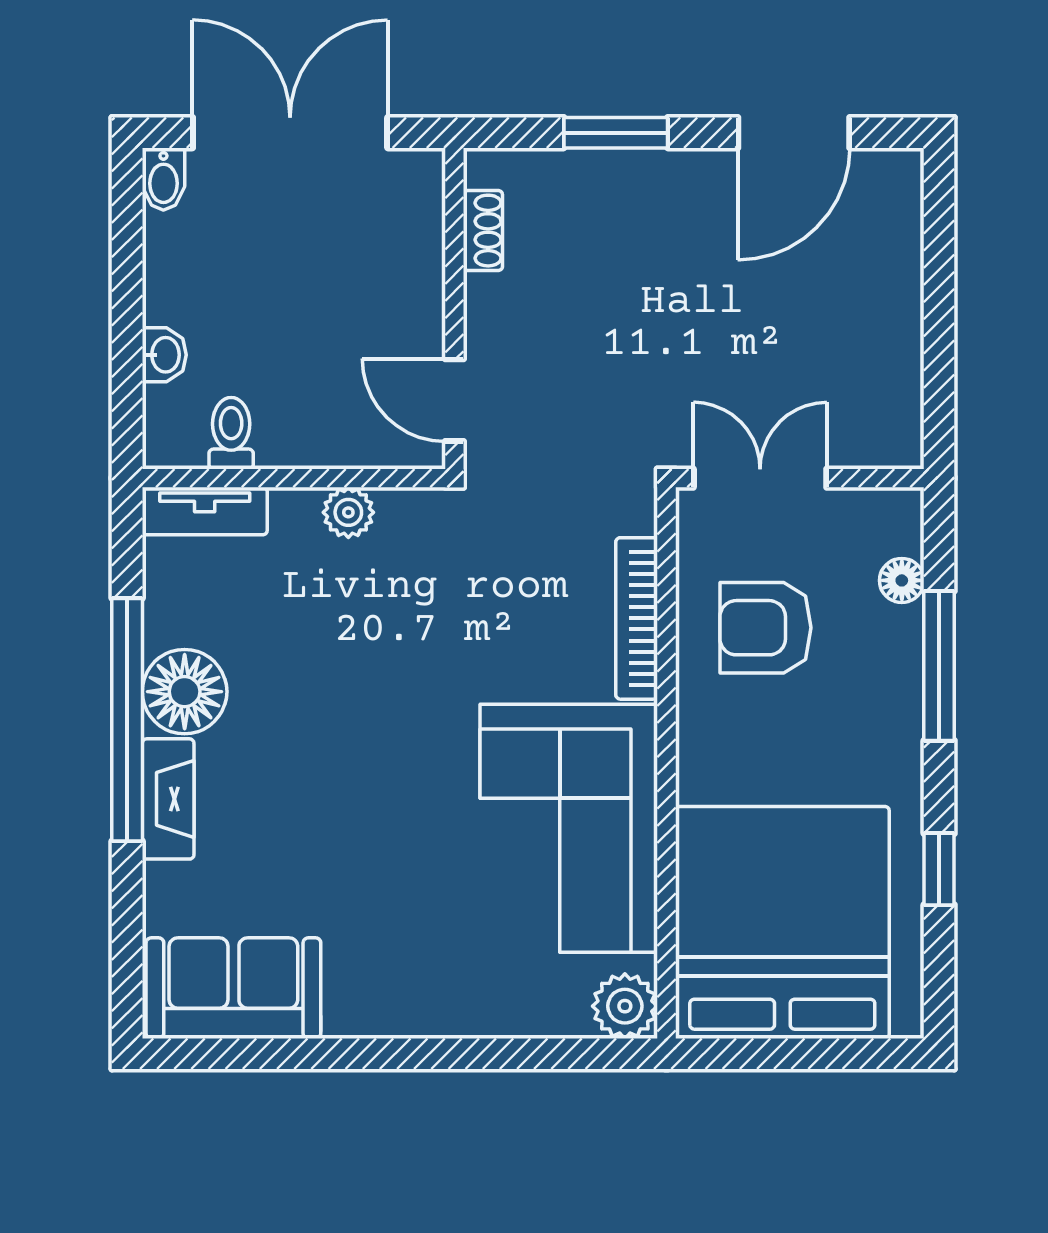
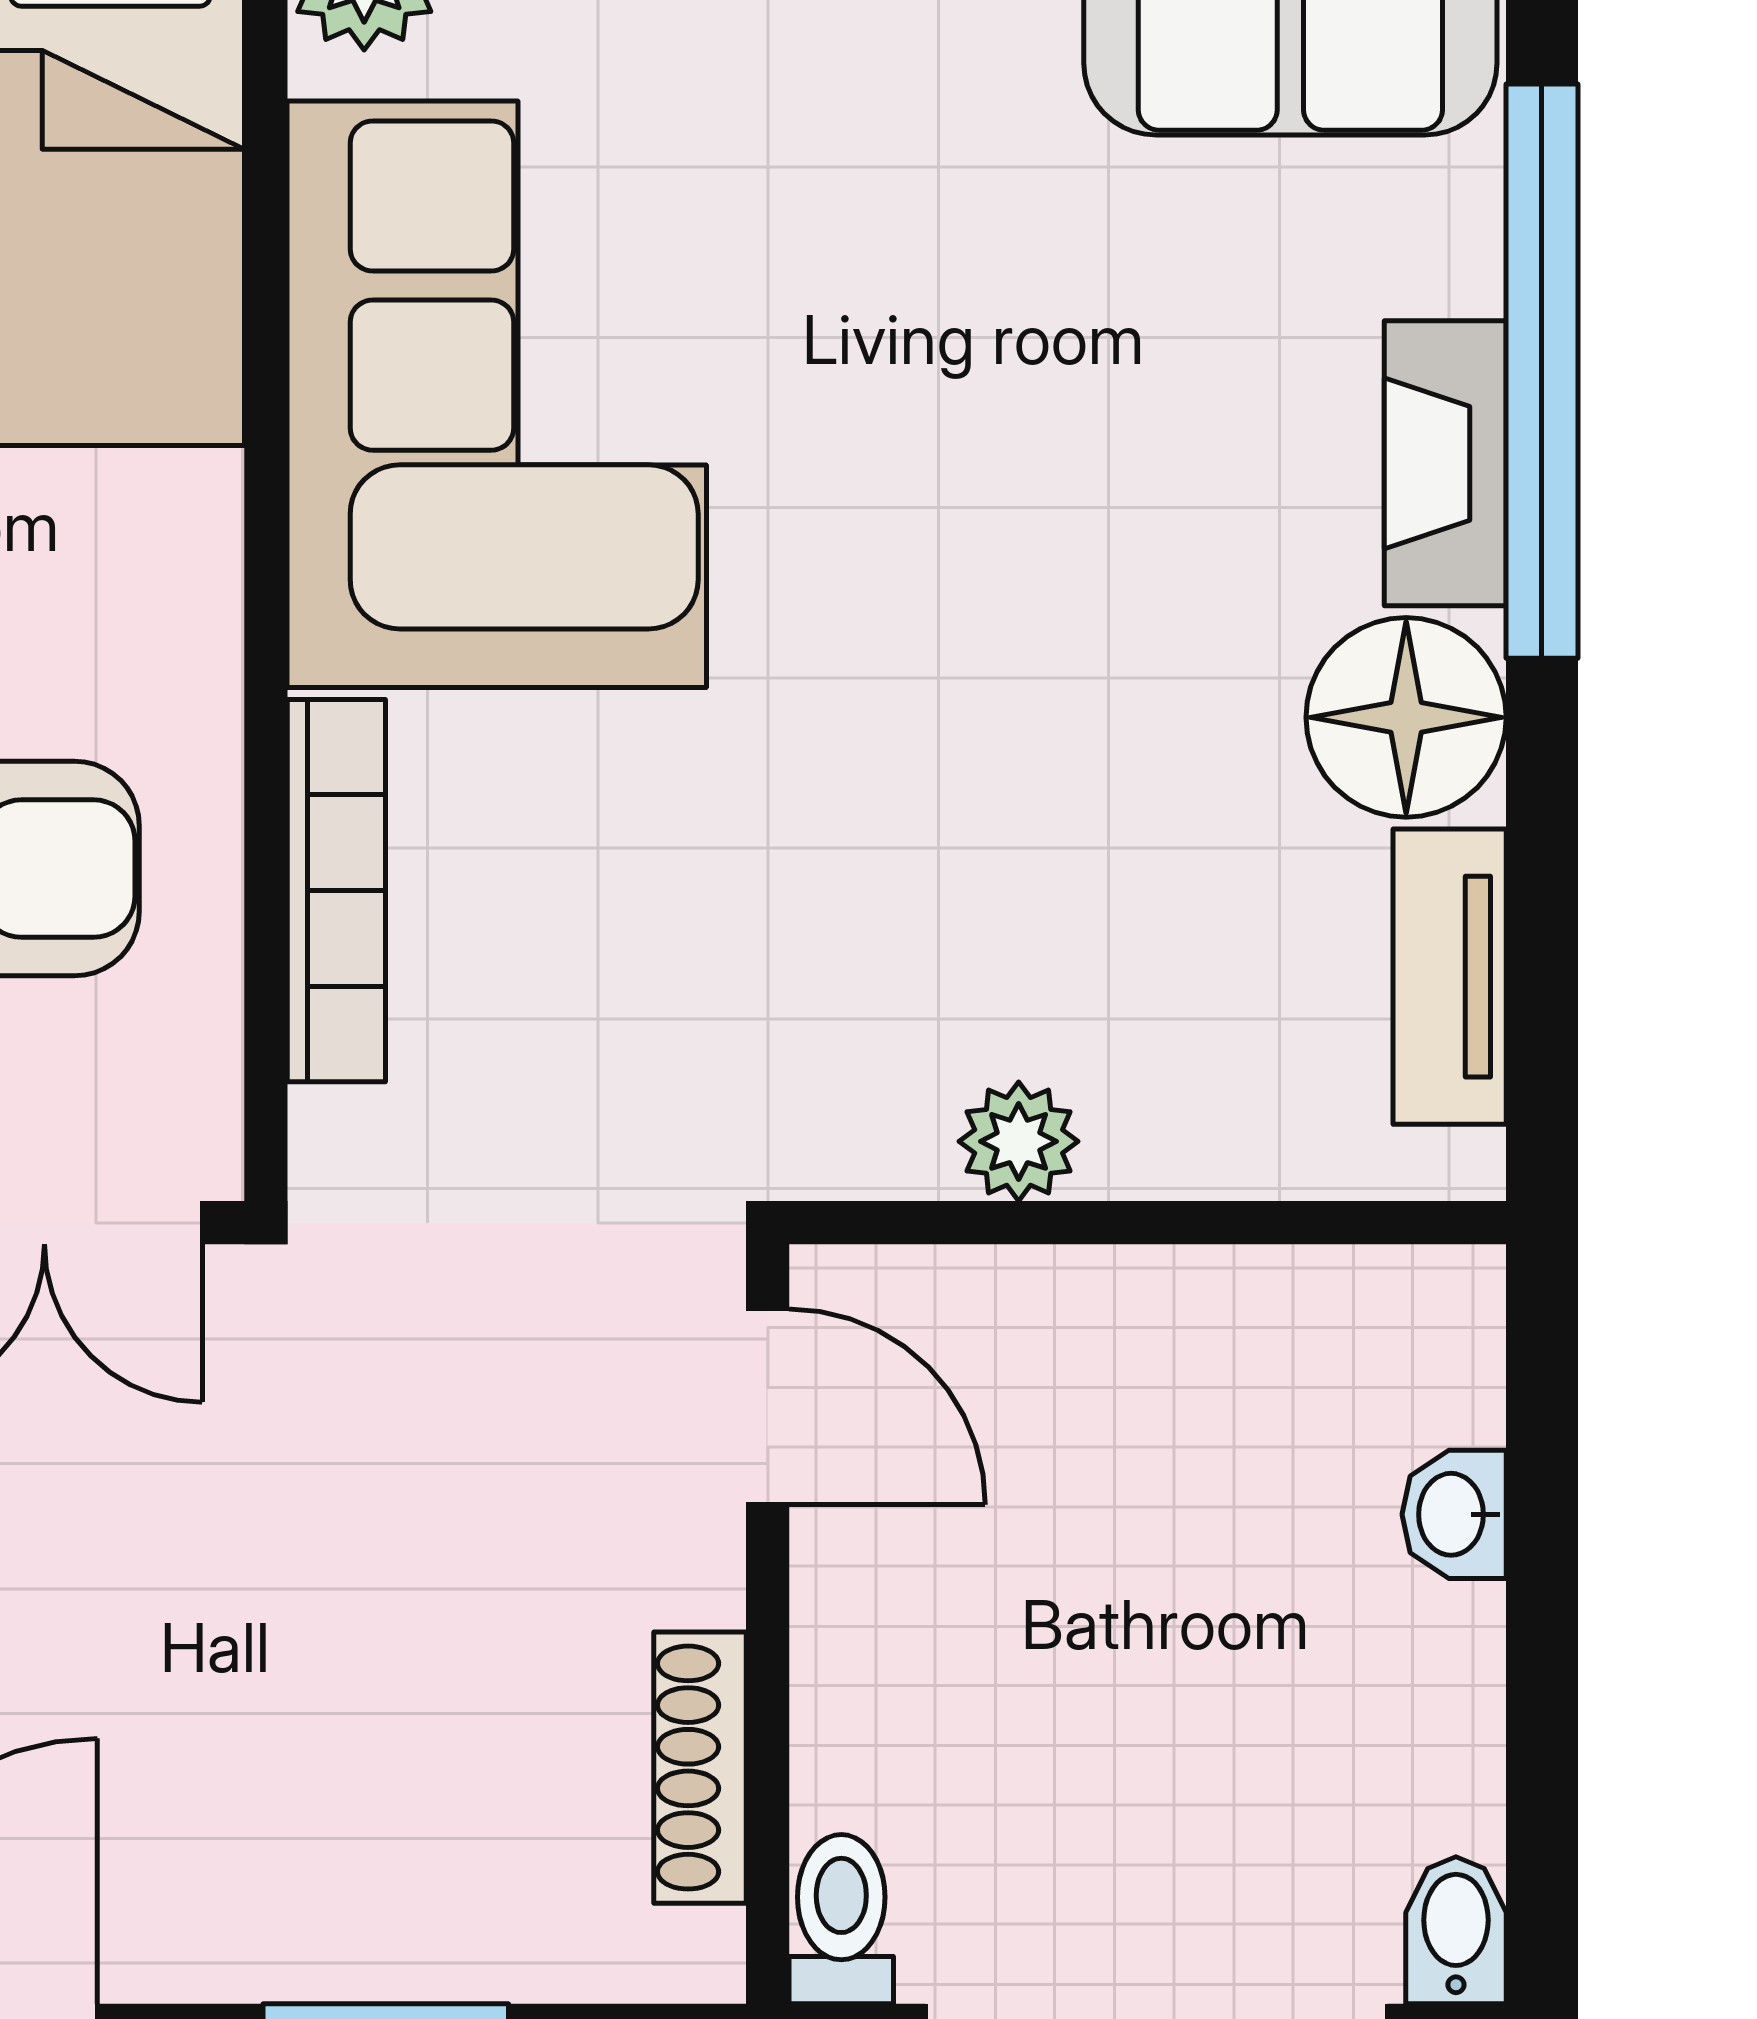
shoe rack: (483, 231) -> (700, 1768), width x1.43
toilet: (231, 433) -> (841, 1919), moved, turned 180
tv unit: (205, 511) -> (1450, 977), moved, turned -90
window: (127, 720) -> (1542, 371), moved

